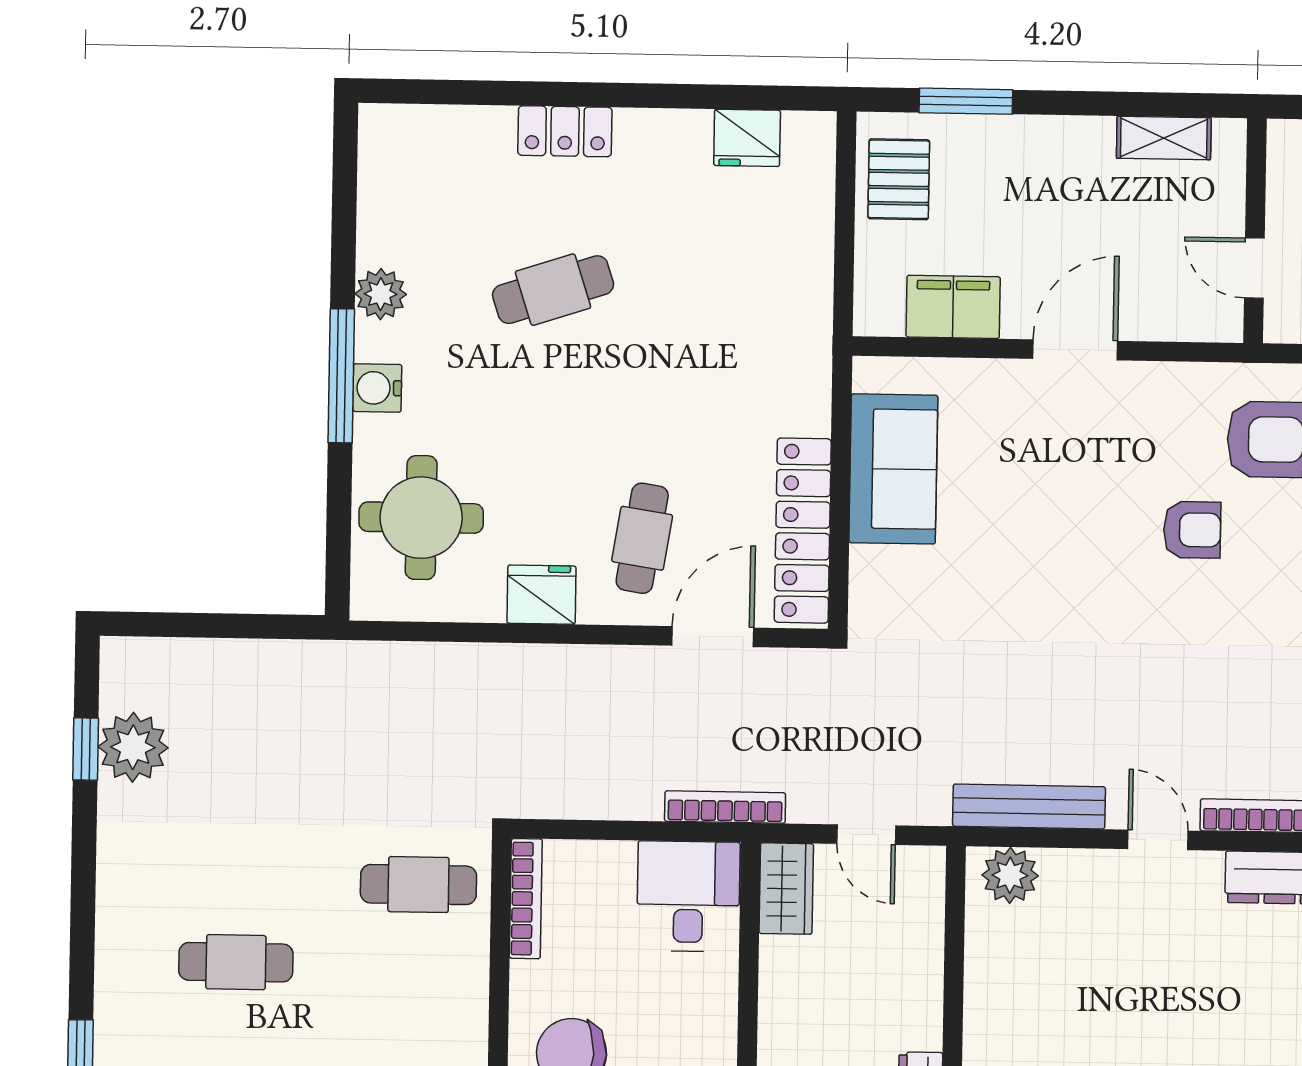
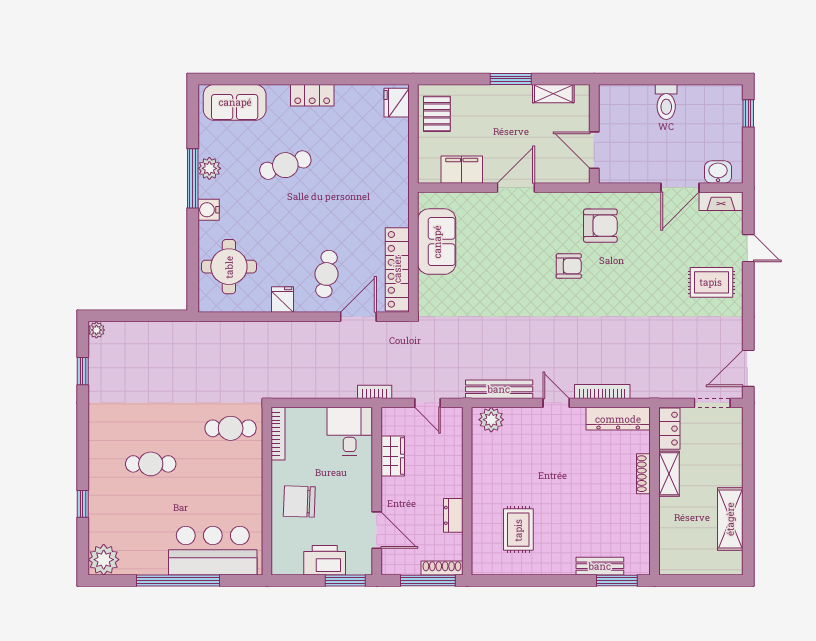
window: (966, 101) -> (511, 79), moved
locker: (565, 131) -> (312, 95), moved
fridge: (747, 138) -> (397, 103), moved, turned 90
sofa: (441, 145) -> (235, 102), added
door: (1254, 268) -> (594, 150), width x1.37
window: (341, 376) -> (193, 178), moved
fridge: (541, 595) -> (283, 300), width x0.72
plant: (133, 747) -> (96, 330), moved, width x0.53, depth x0.53
bookcase: (725, 807) -> (375, 392), width x0.64
wardrobe: (786, 889) -> (393, 456), moved

